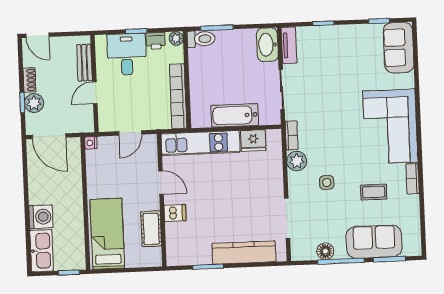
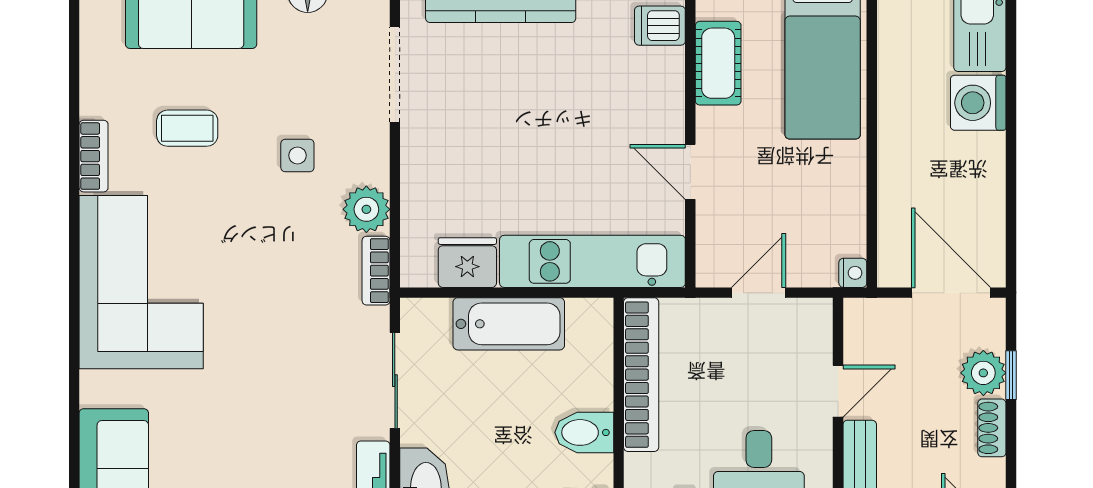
bidet: (201, 71) -> (584, 432), added
dishwasher: (175, 213) -> (660, 26), moved

